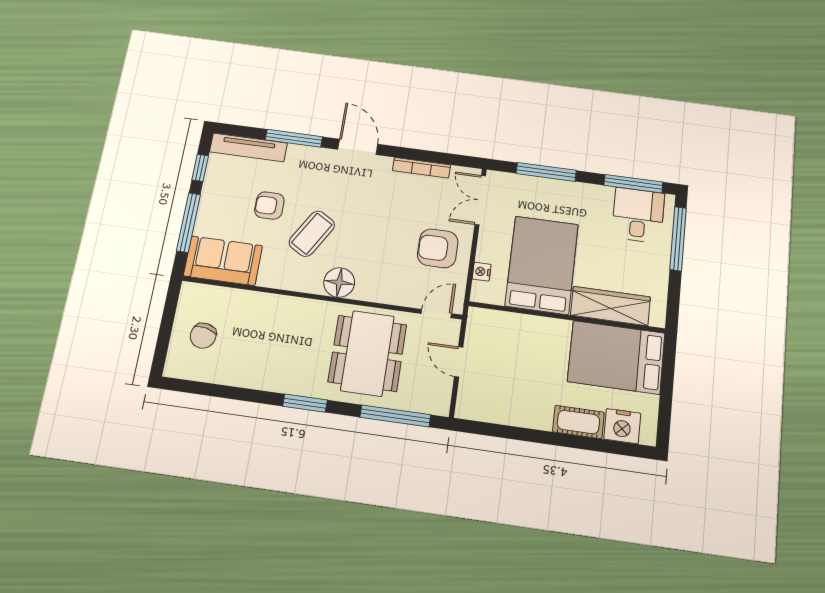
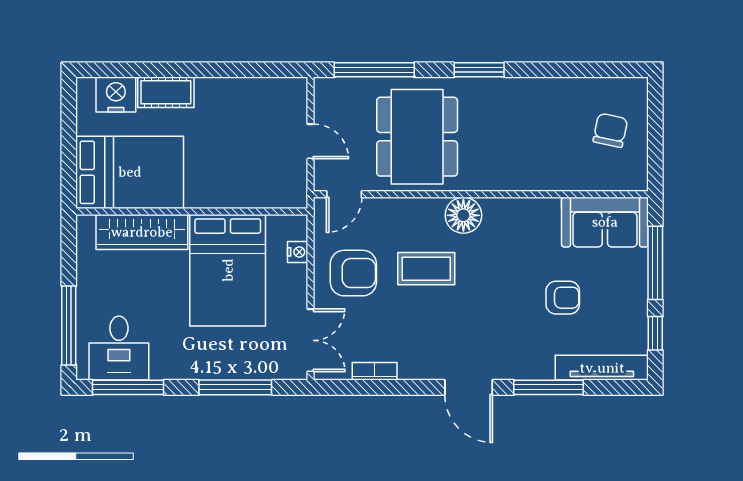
bookcase: (421, 168) -> (375, 371), width x0.64
coffee table: (312, 234) -> (426, 269), moved, turned 59

